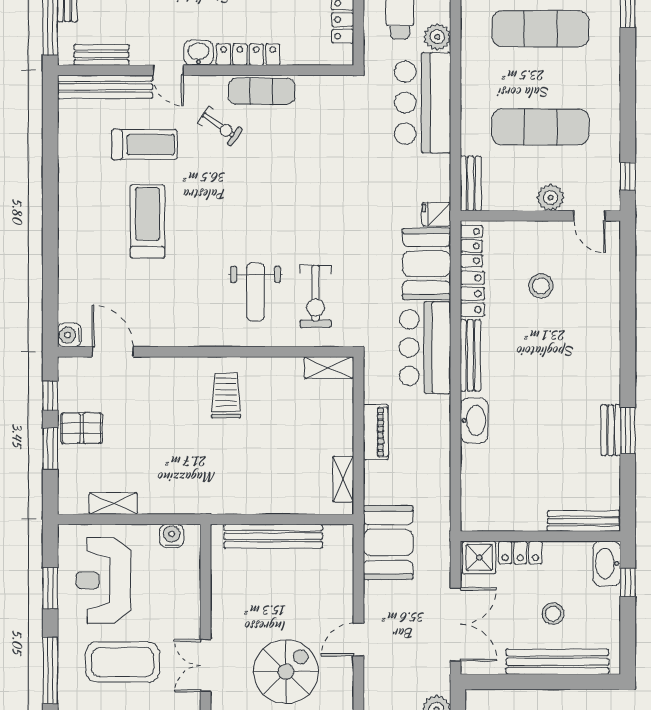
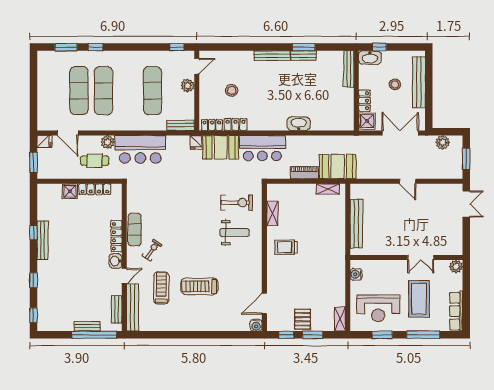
bench: (470, 355) -> (272, 56), moved
shelving: (329, 368) -> (272, 213), moved
shelving: (113, 503) -> (340, 319), moved
booth: (388, 543) -> (338, 167), moved
spiral stairs: (286, 672) -> (424, 217), removed

